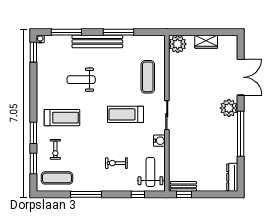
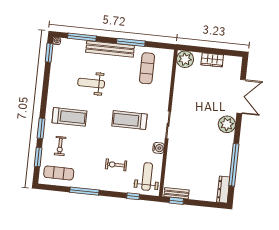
exercise mat: (148, 77) -> (147, 68), moved
window: (241, 134) -> (234, 165), moved

